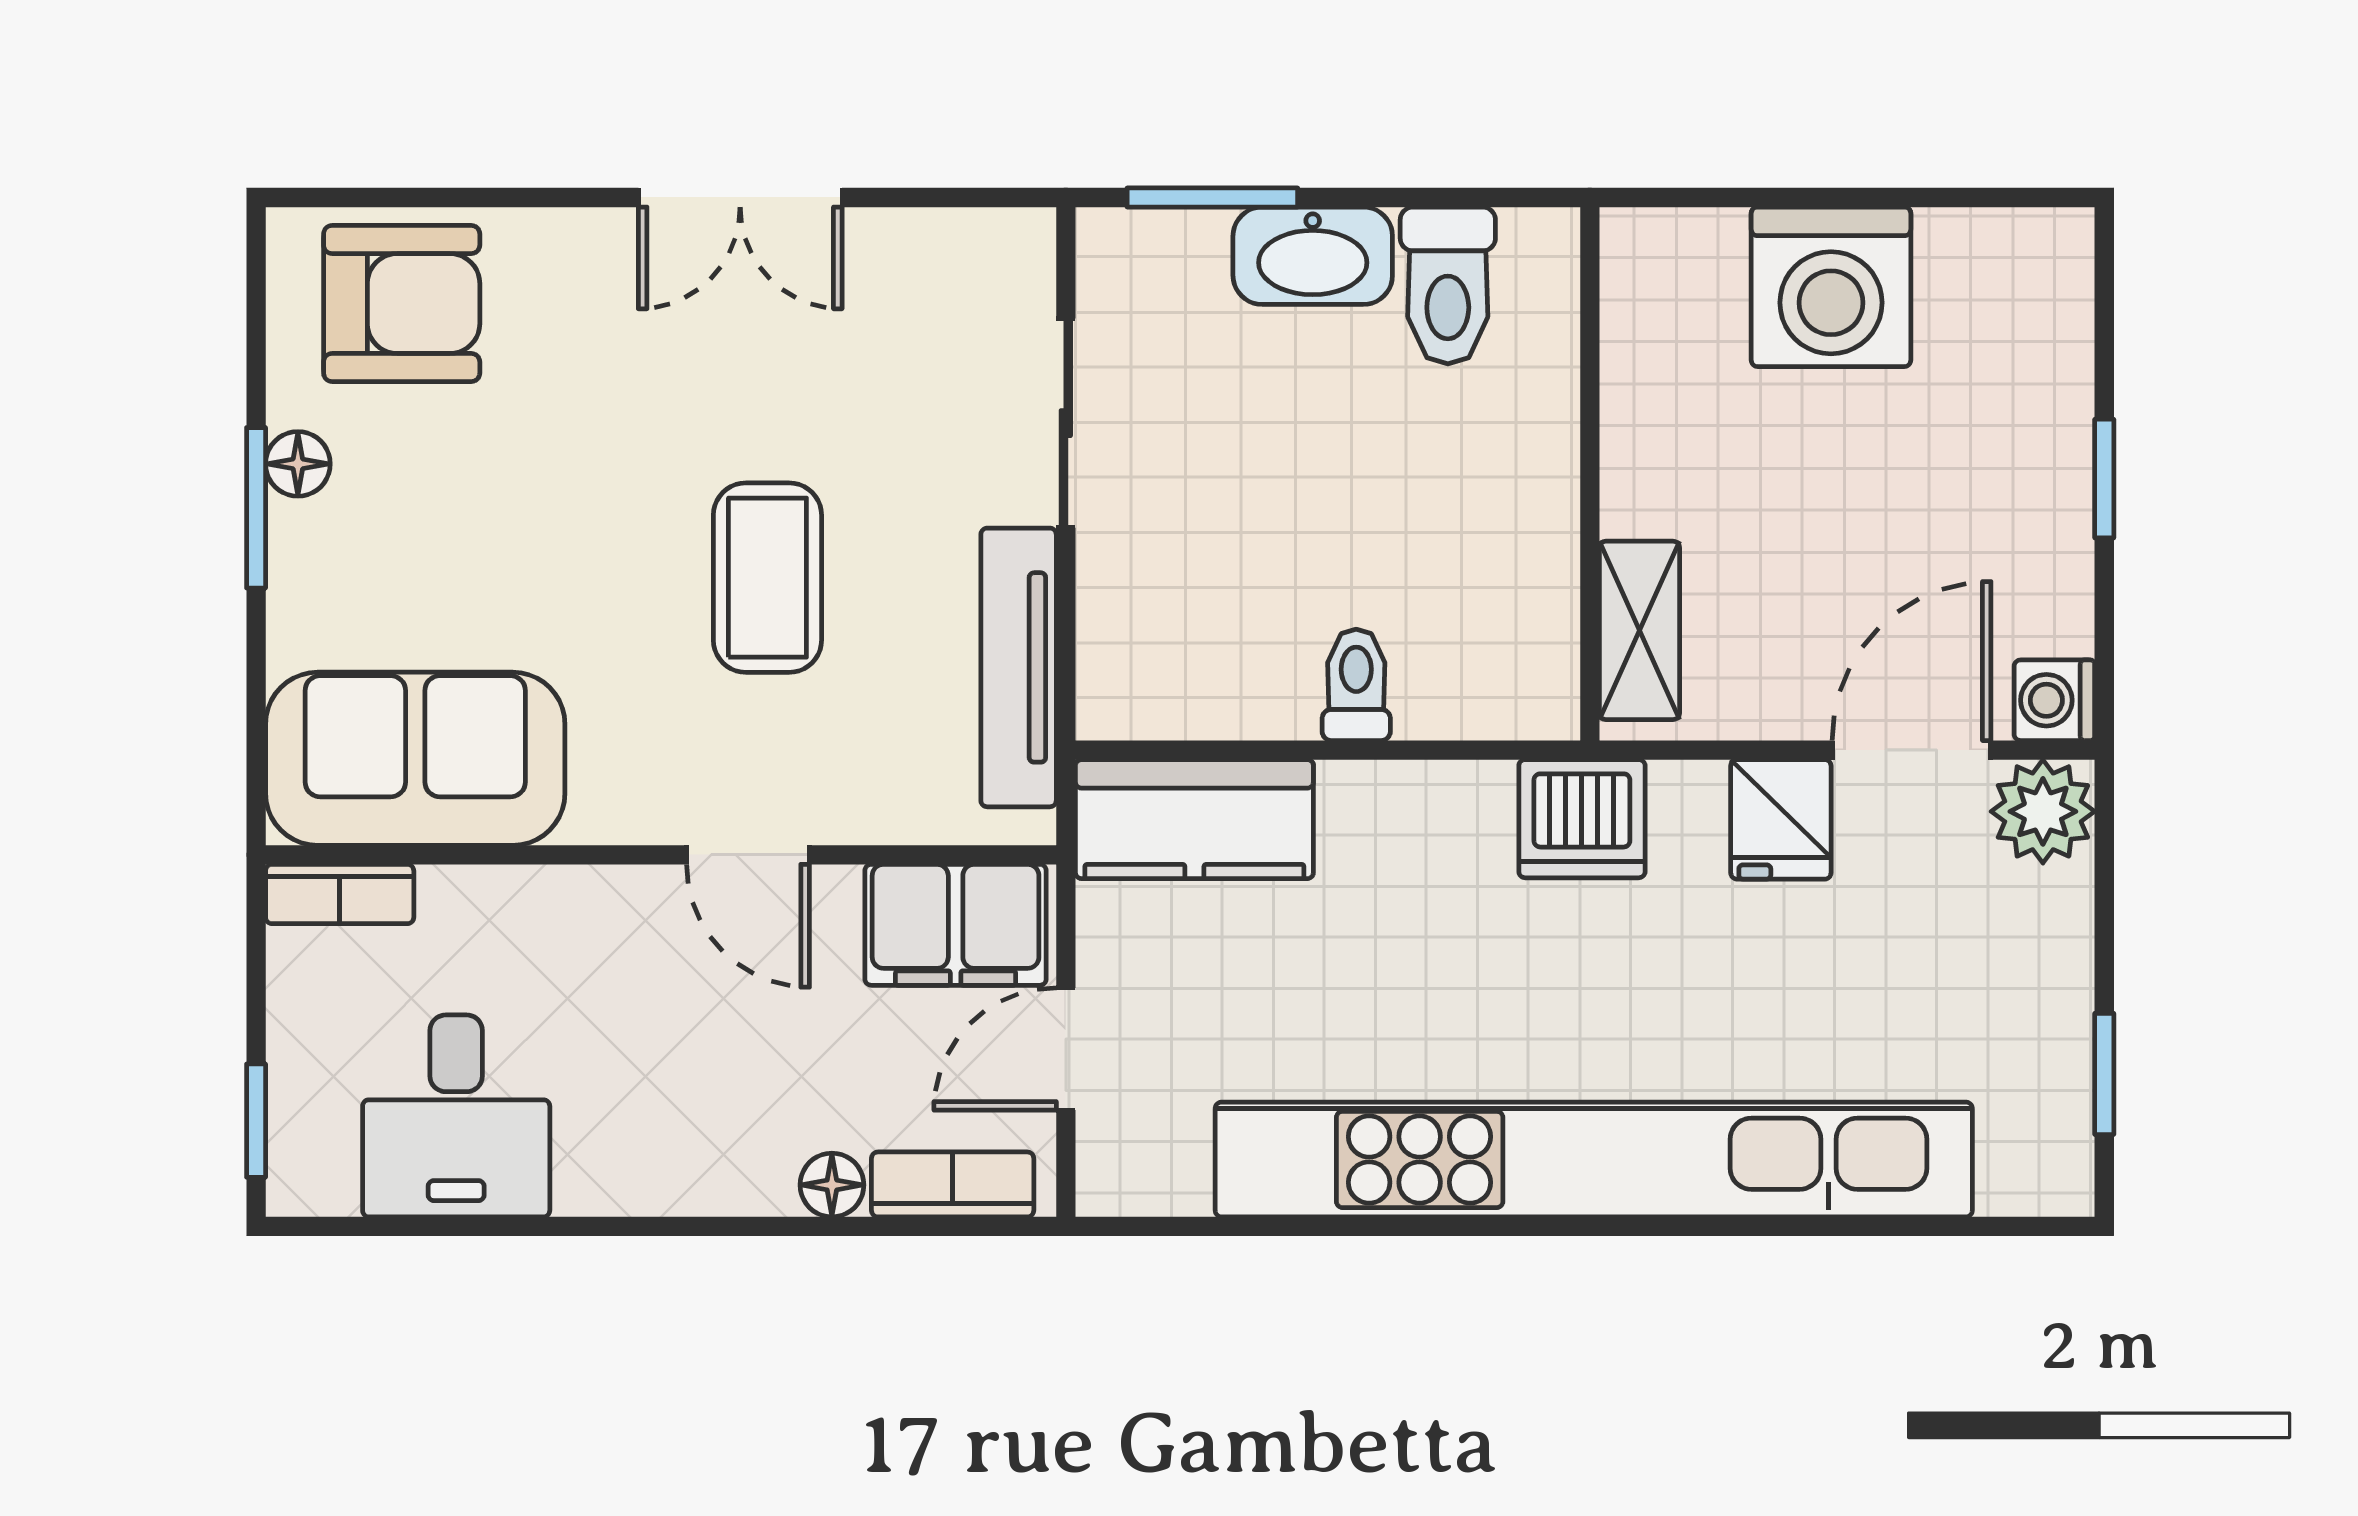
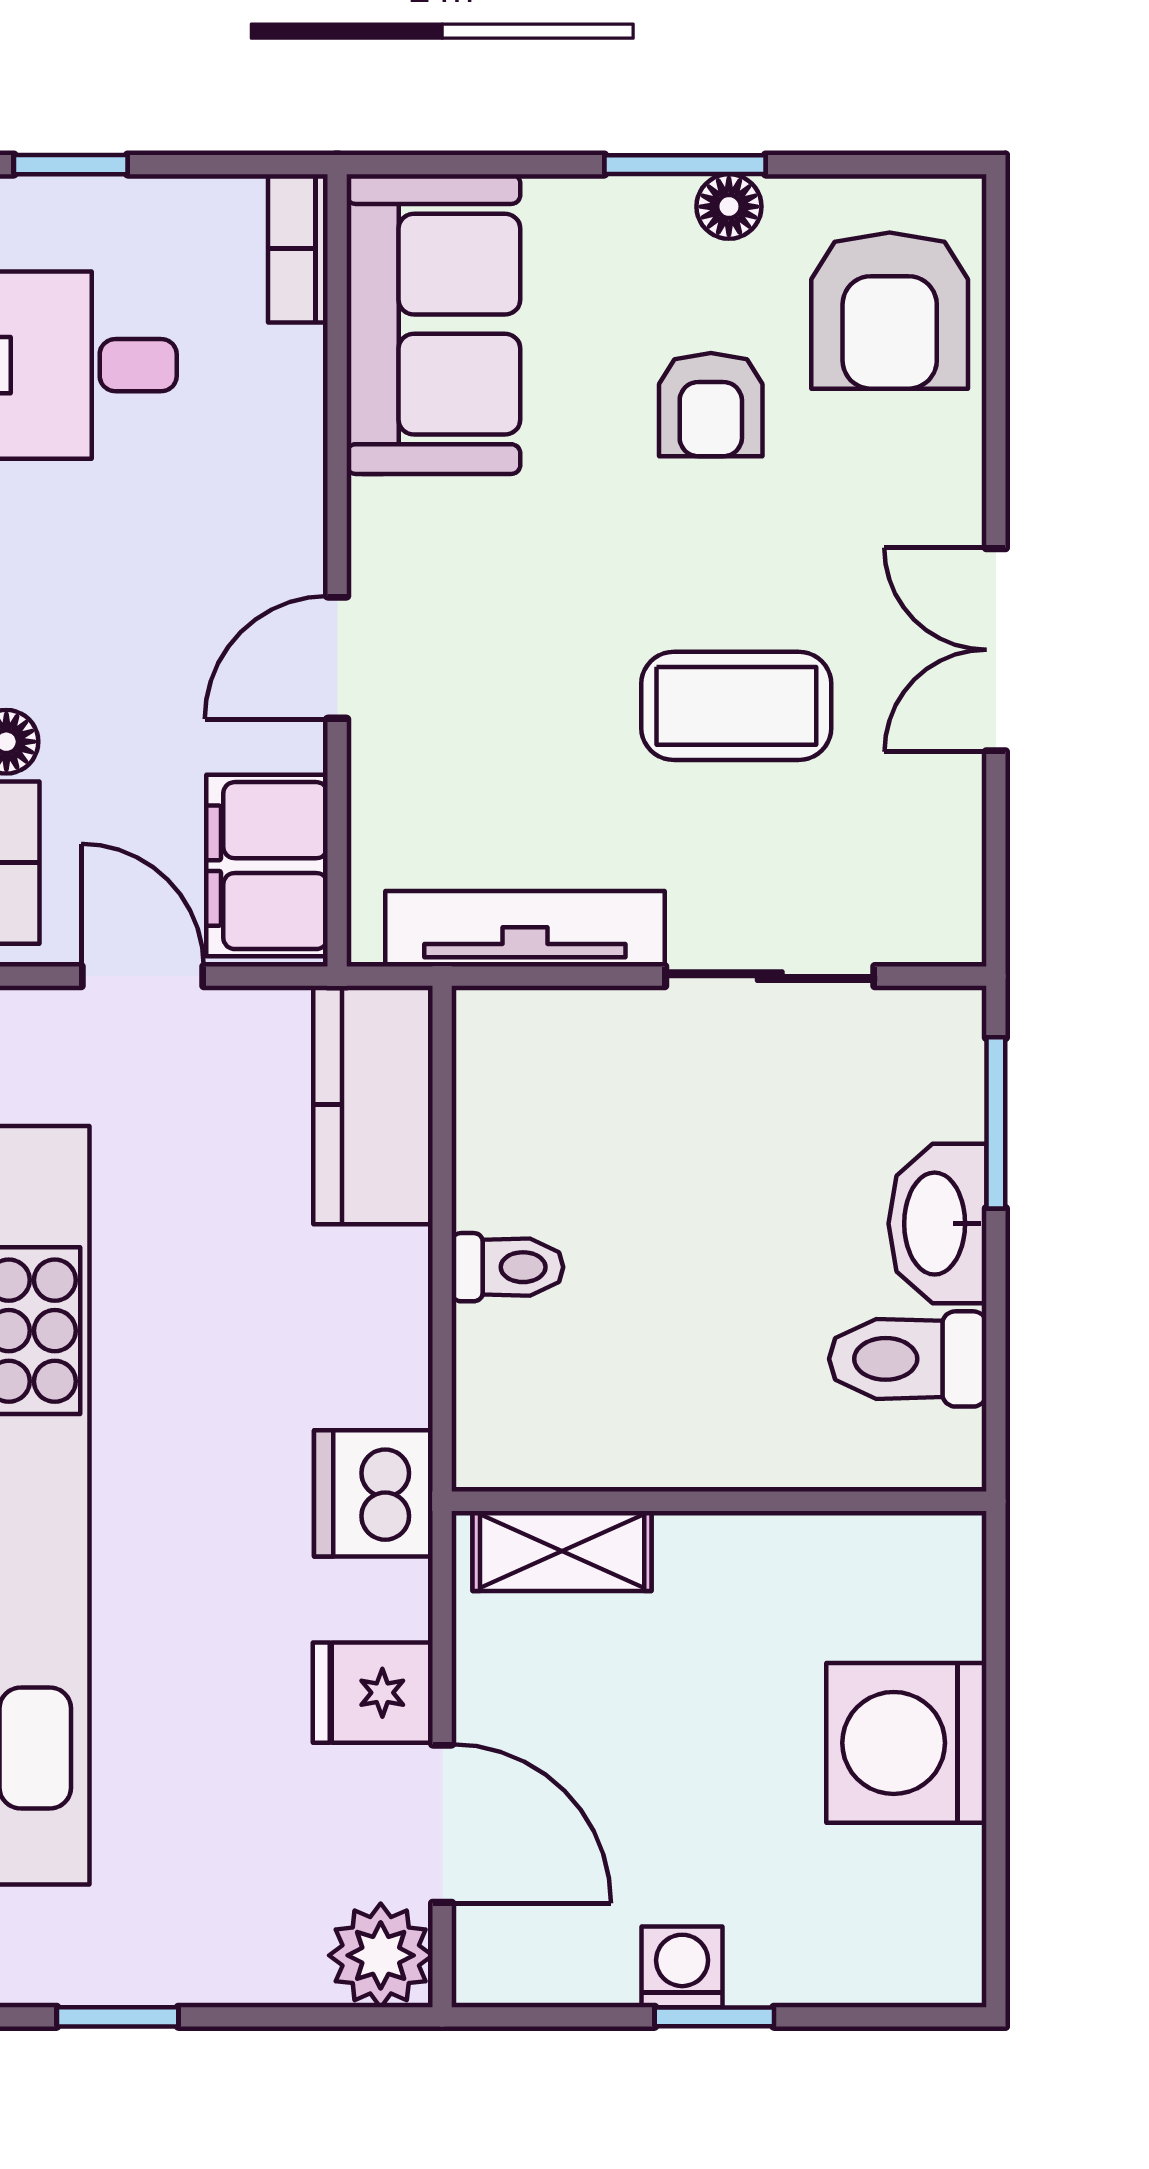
armchair: (496, 482) -> (711, 405), added
coffee table: (767, 578) -> (736, 706), moved
washing machine: (2054, 700) -> (682, 1967), moved

